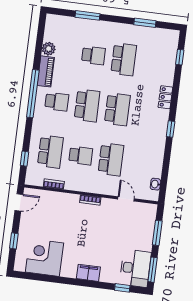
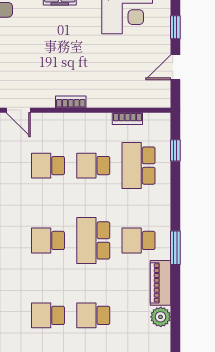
school desk: (124, 59) -> (48, 315), width x0.54
window: (33, 94) -> (175, 248), width x0.47
school desk: (117, 109) -> (48, 240), width x0.54
school desk: (111, 159) -> (48, 166), width x0.54
door: (19, 202) -> (175, 67), moved

